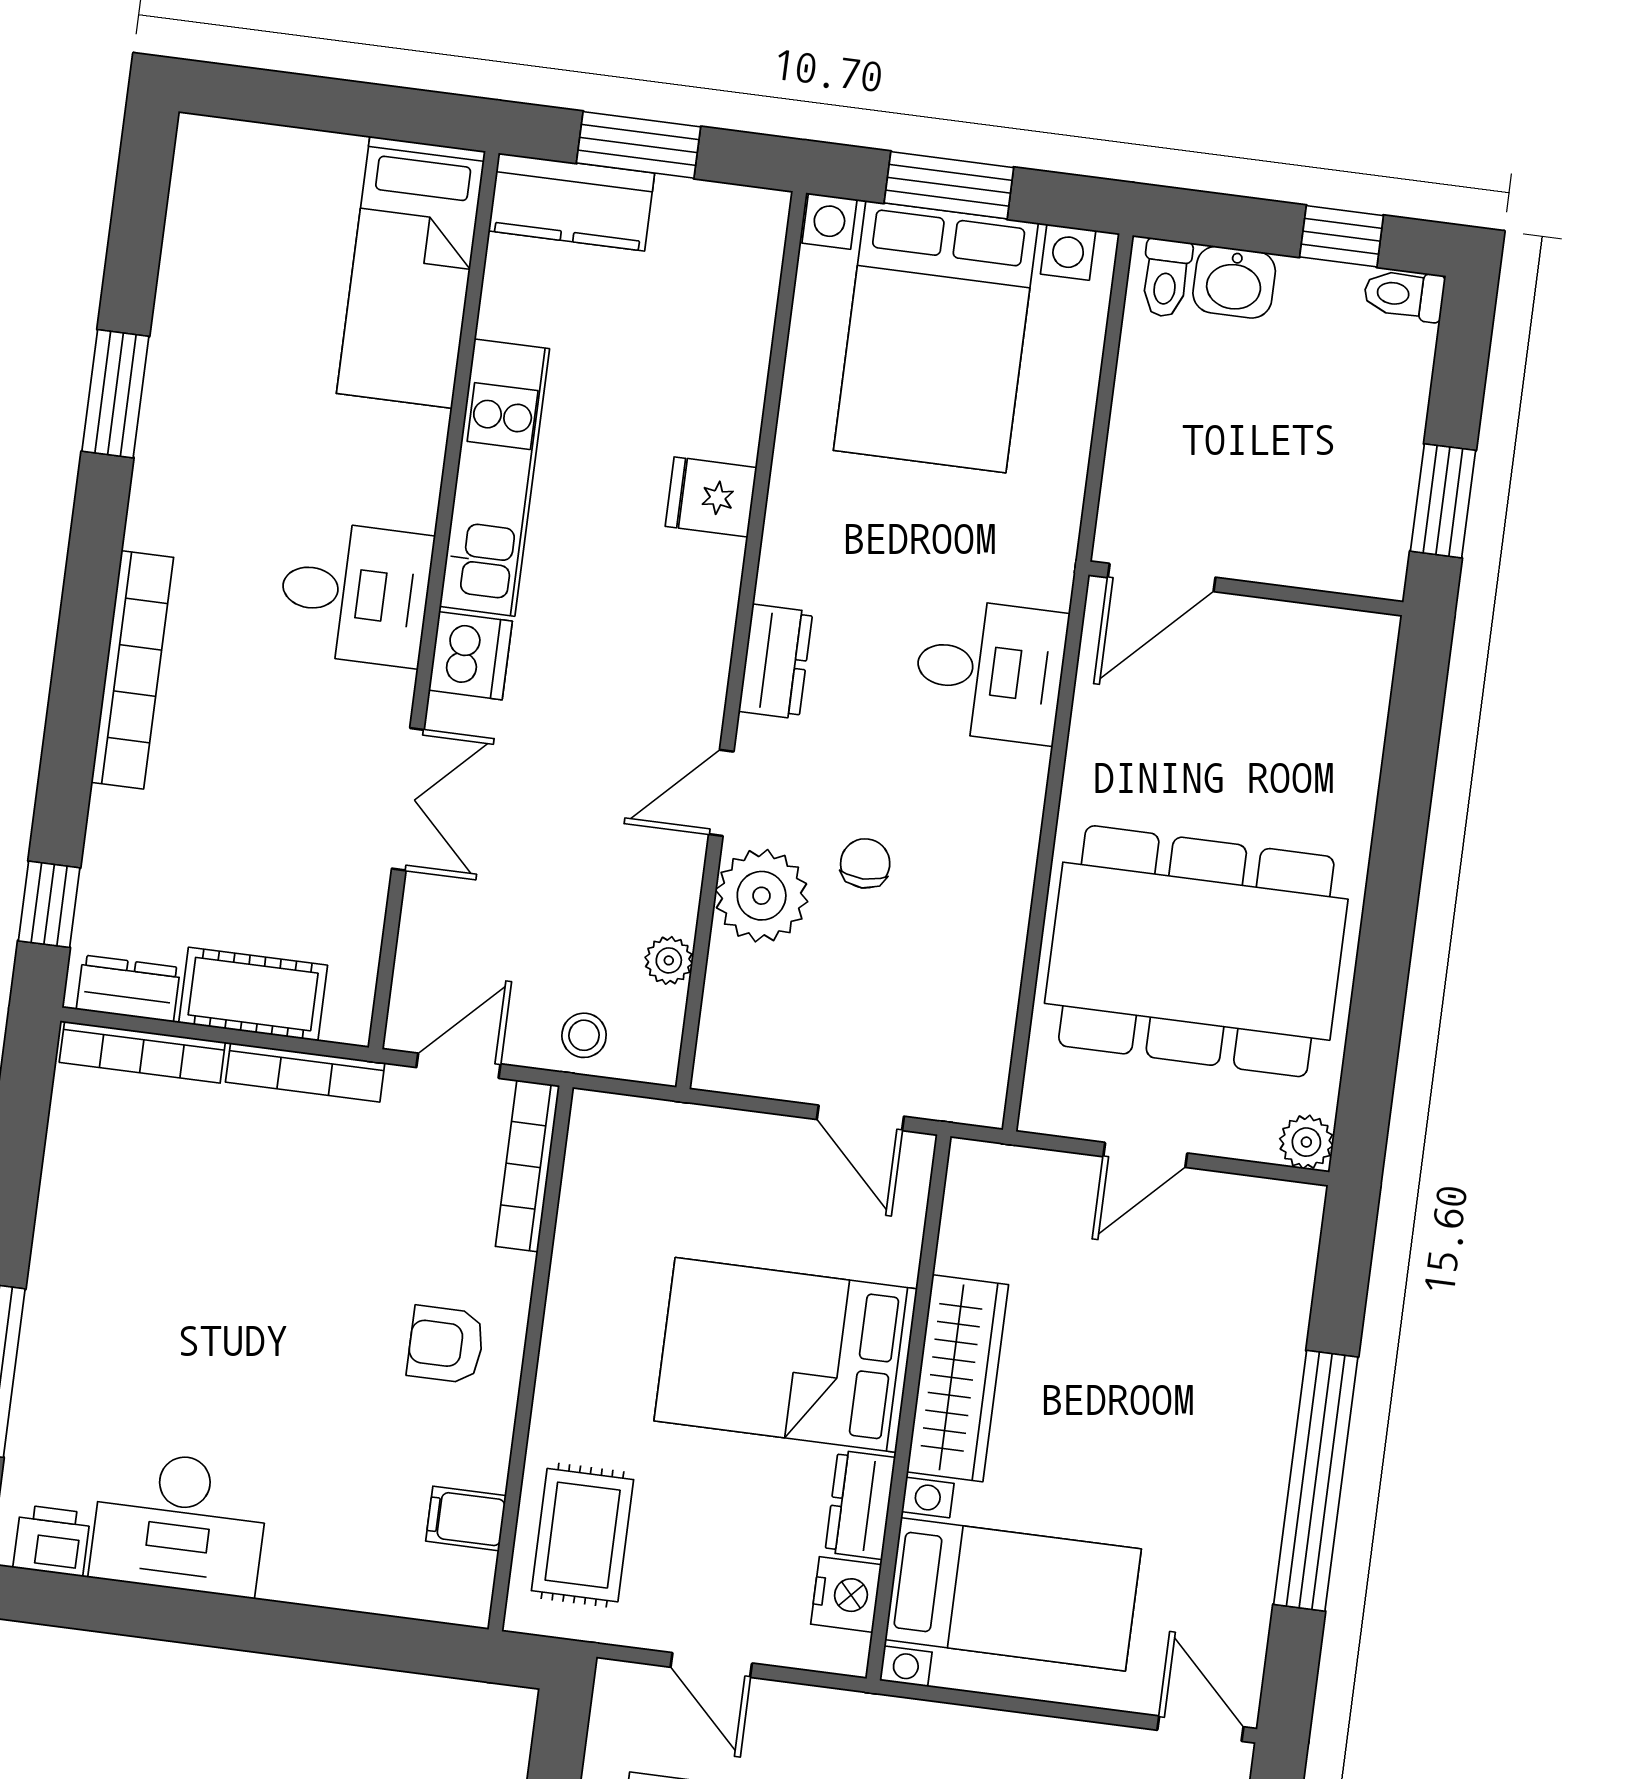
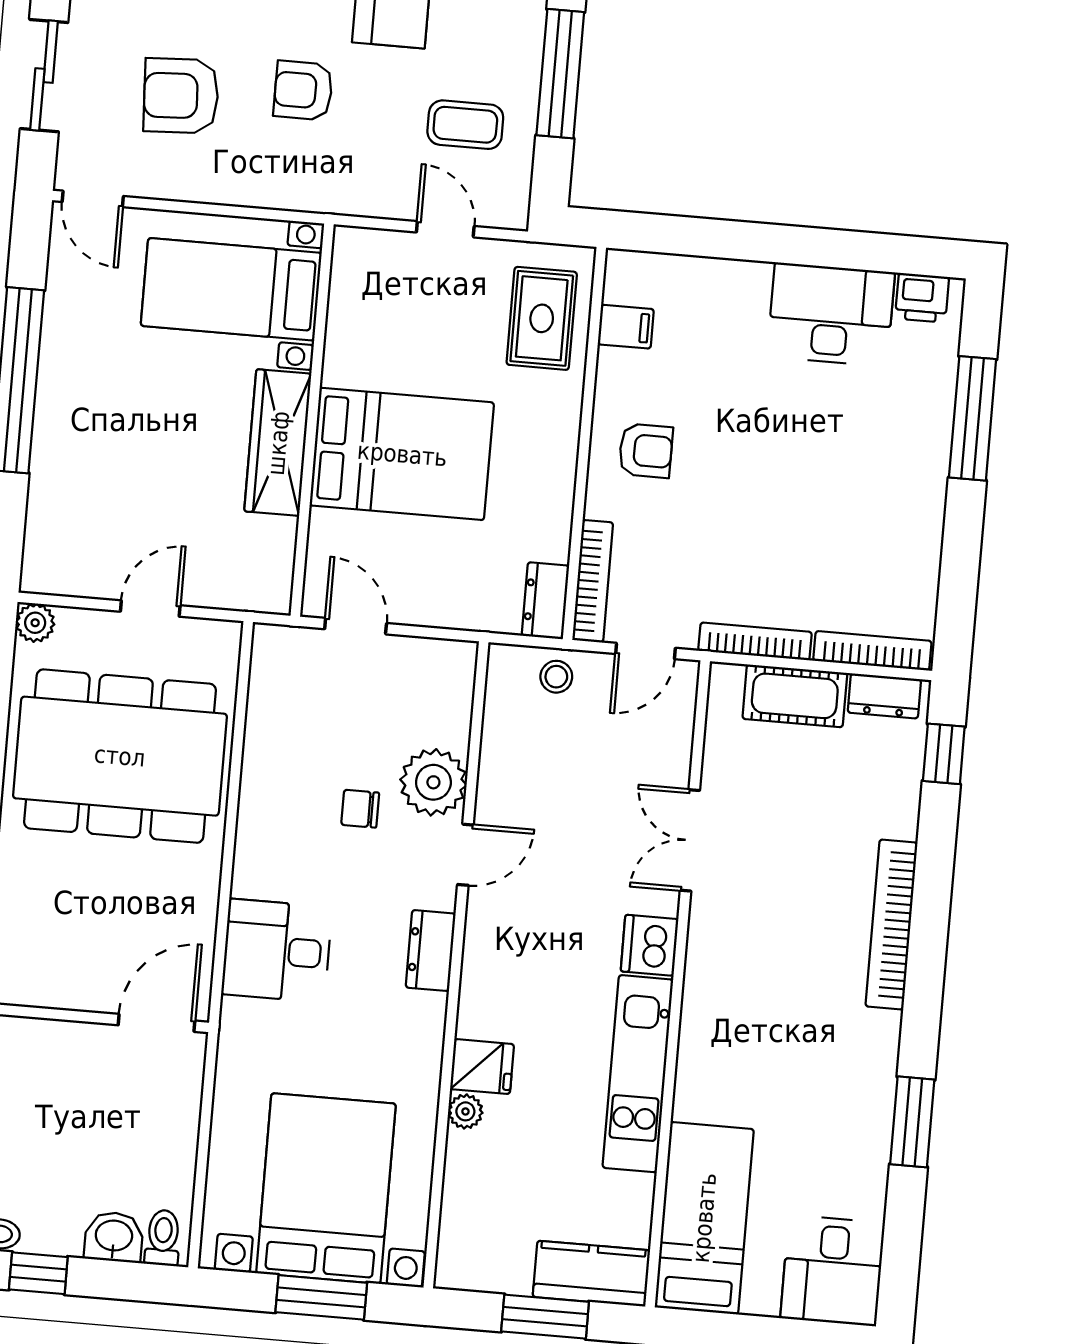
desk: (355, 593) -> (832, 1270), moved, turned -90
chair: (865, 863) -> (360, 809), turned 90
plant: (669, 960) -> (465, 1111), moved
dresser: (860, 1505) -> (545, 601), moved, turned 180
nightstand: (846, 1594) -> (351, 284), removed

